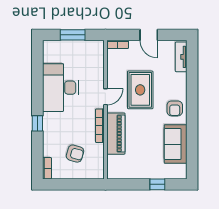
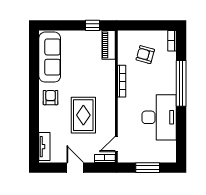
door: (105, 97) -> (116, 144), moved
window: (37, 123) -> (181, 83), width x3.17
piano: (116, 134) -> (109, 45), moved, width x0.73, depth x0.75
sofa: (176, 144) -> (50, 57), width x1.36
window: (157, 184) -> (92, 25), moved

